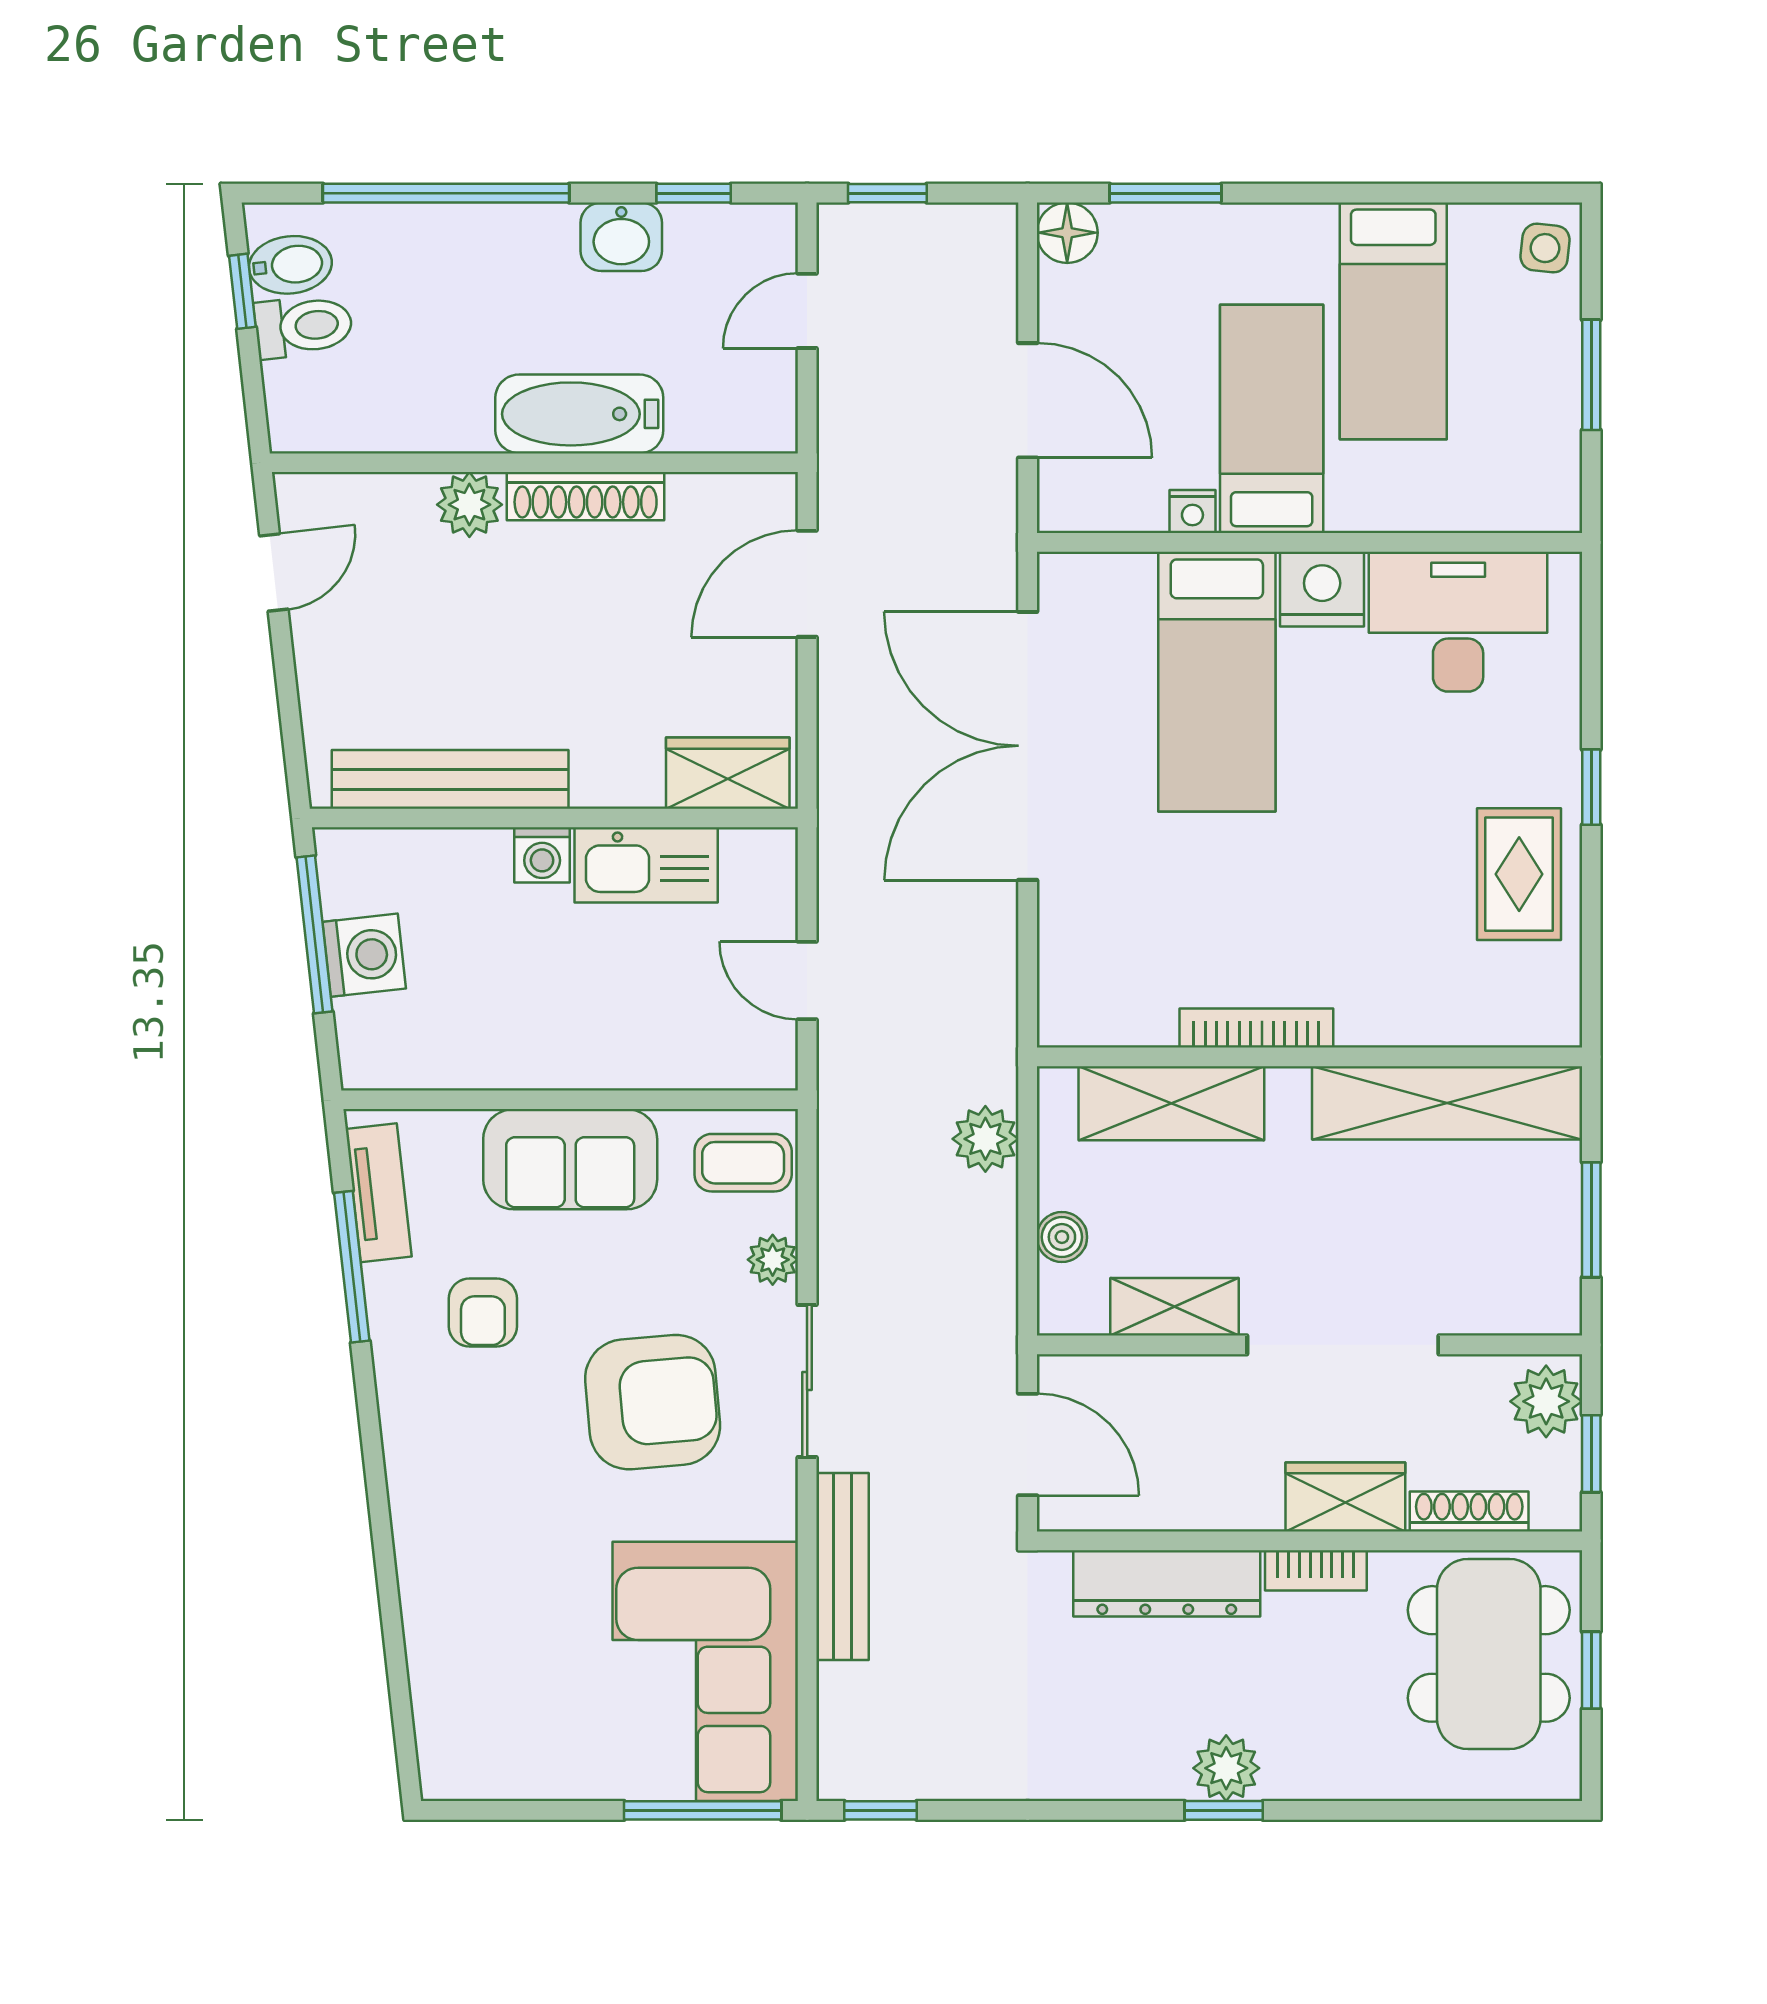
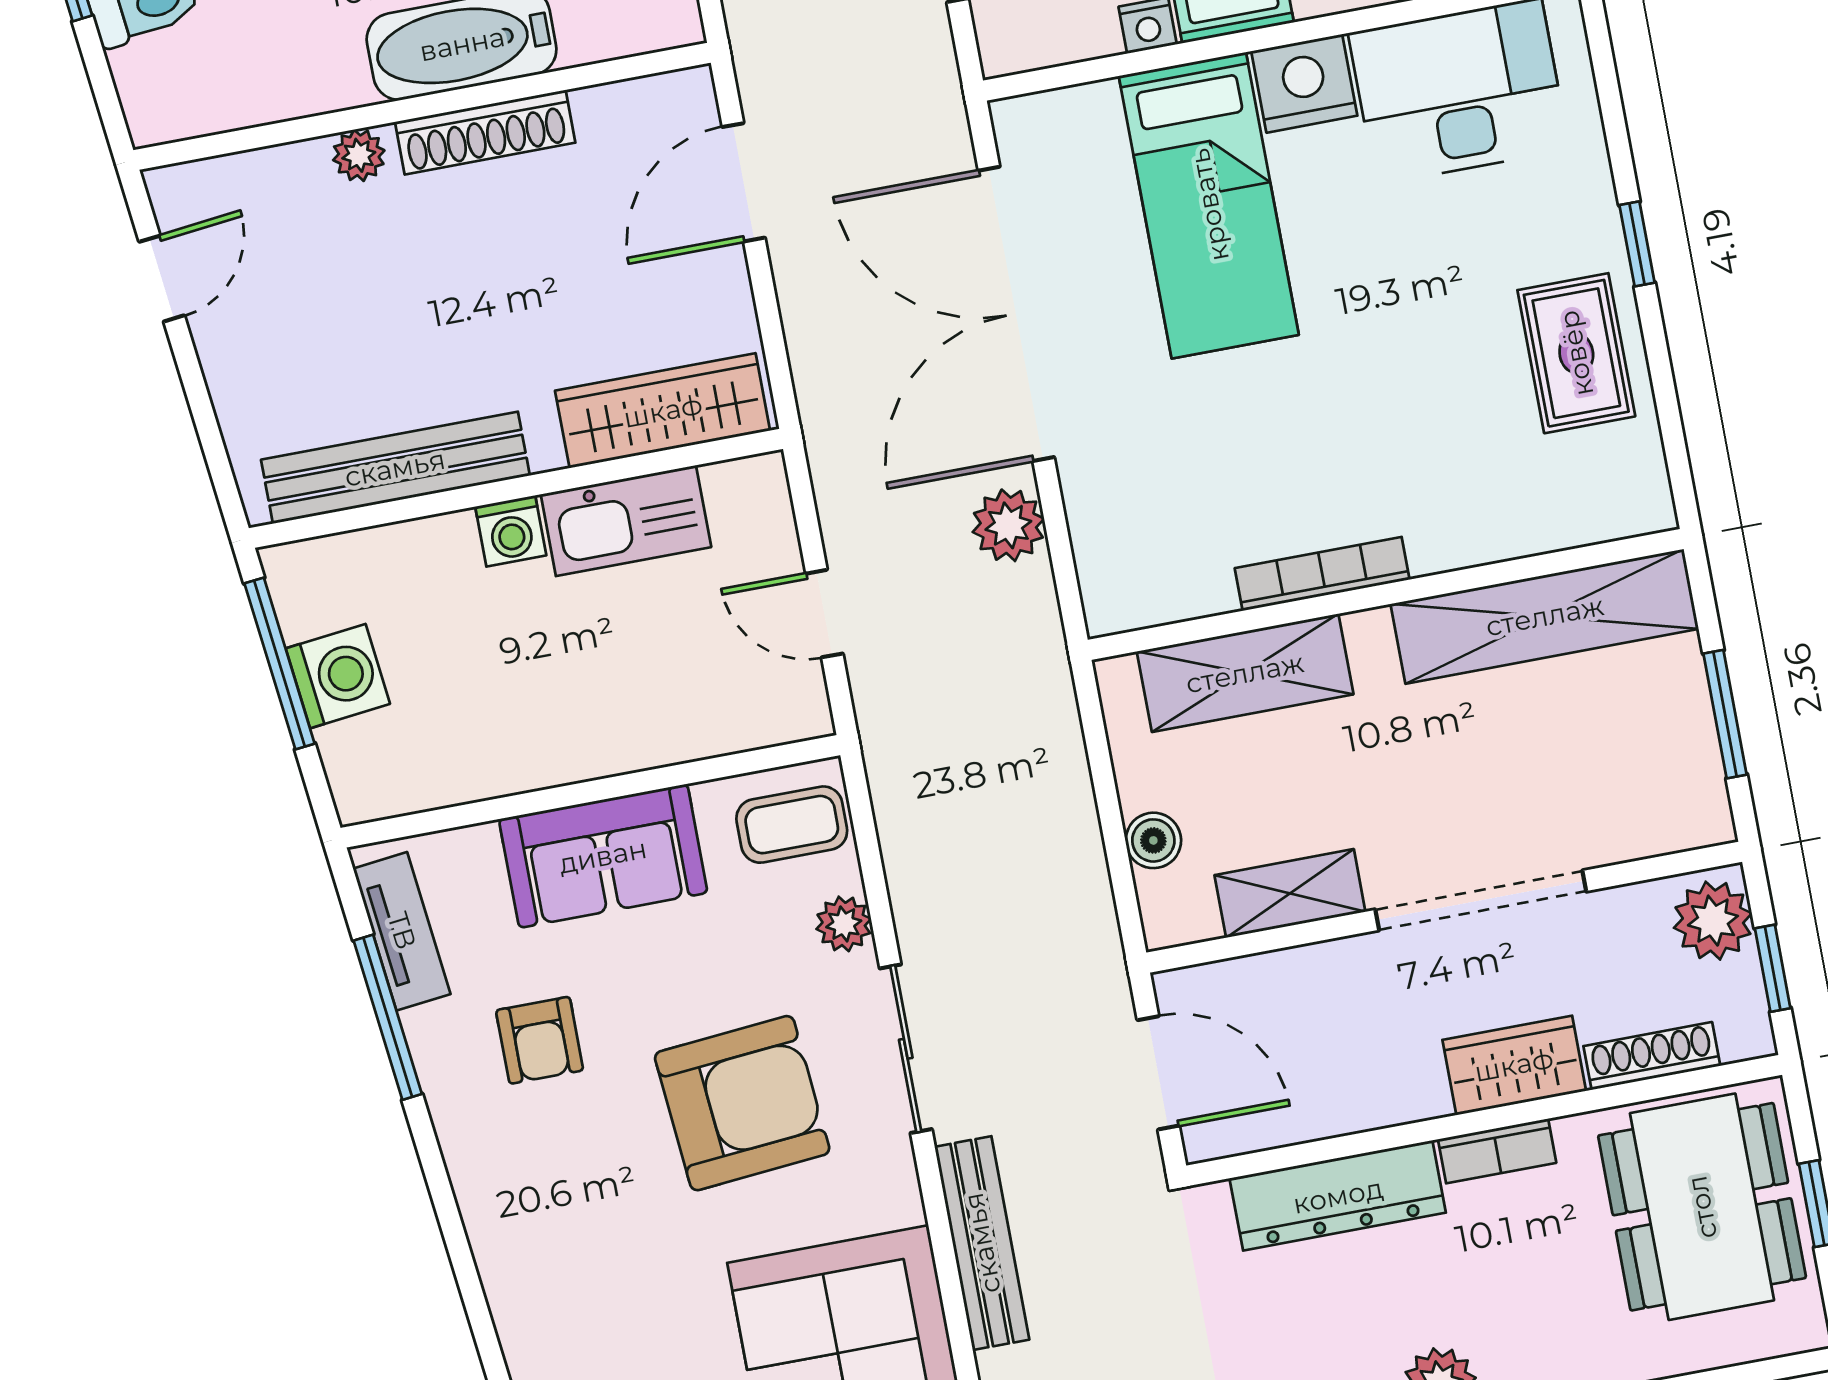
plant: (469, 505) -> (359, 155), width x0.73, depth x0.73
wardrobe: (728, 773) -> (663, 411), width x1.50
plant: (985, 1139) -> (1008, 525), moved

